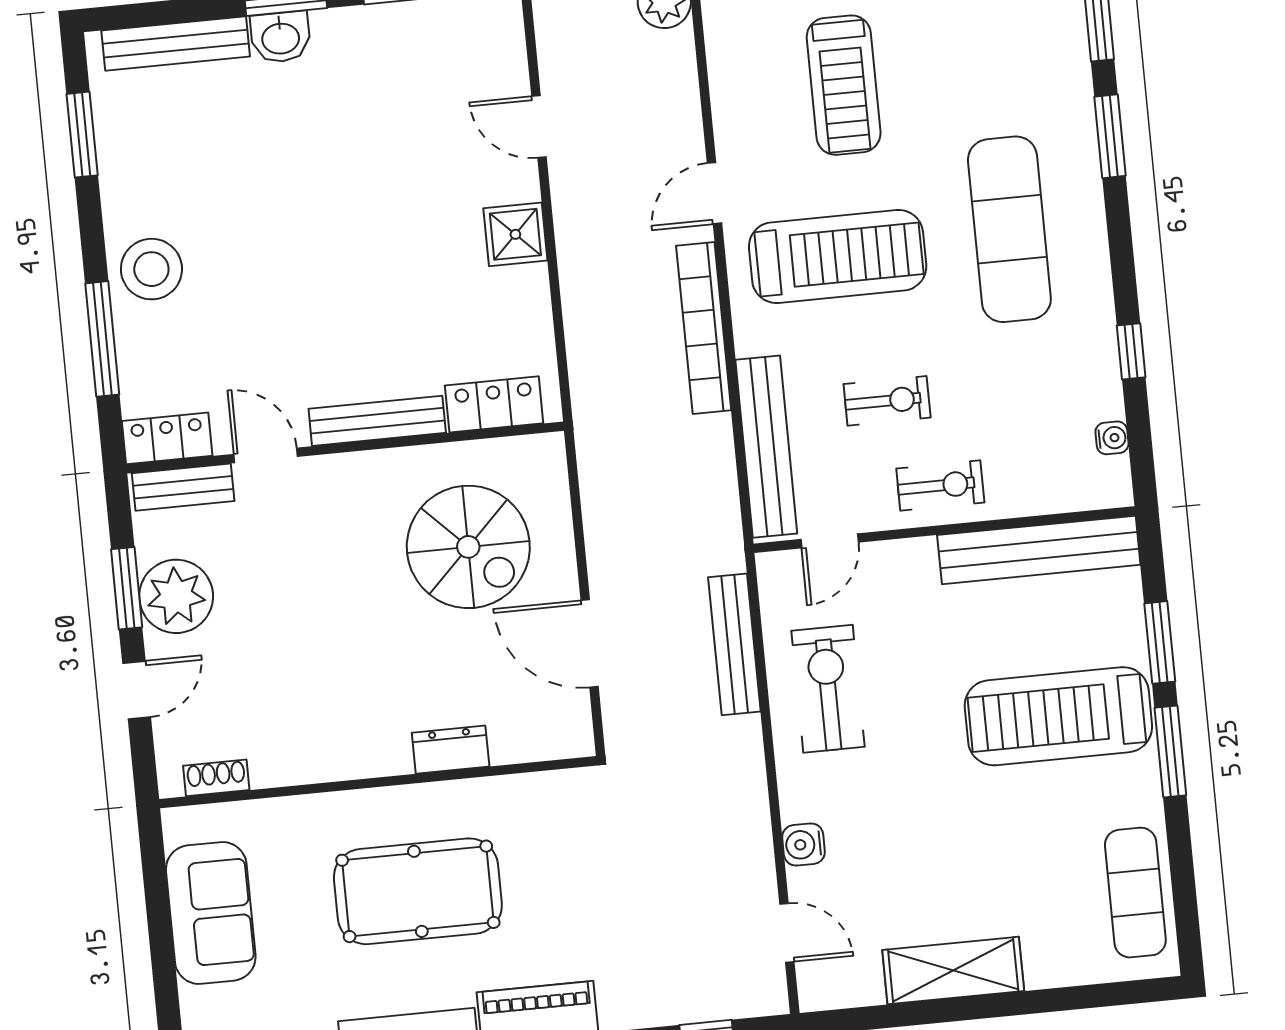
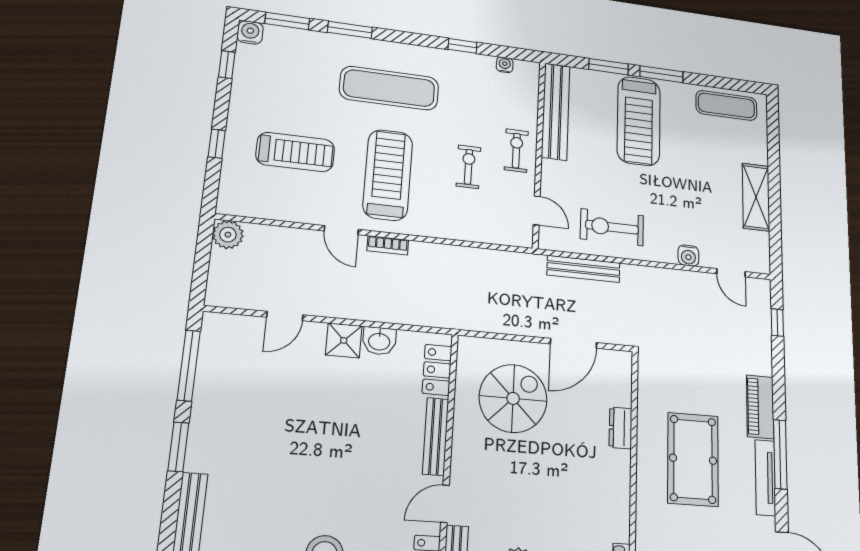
washbasin: (280, 37) -> (379, 341), moved, turned 90
bookcase: (704, 328) -> (388, 245), width x0.43, depth x0.76
bench: (766, 447) -> (483, 232), removed
door: (787, 933) -> (731, 273), swing flipped

